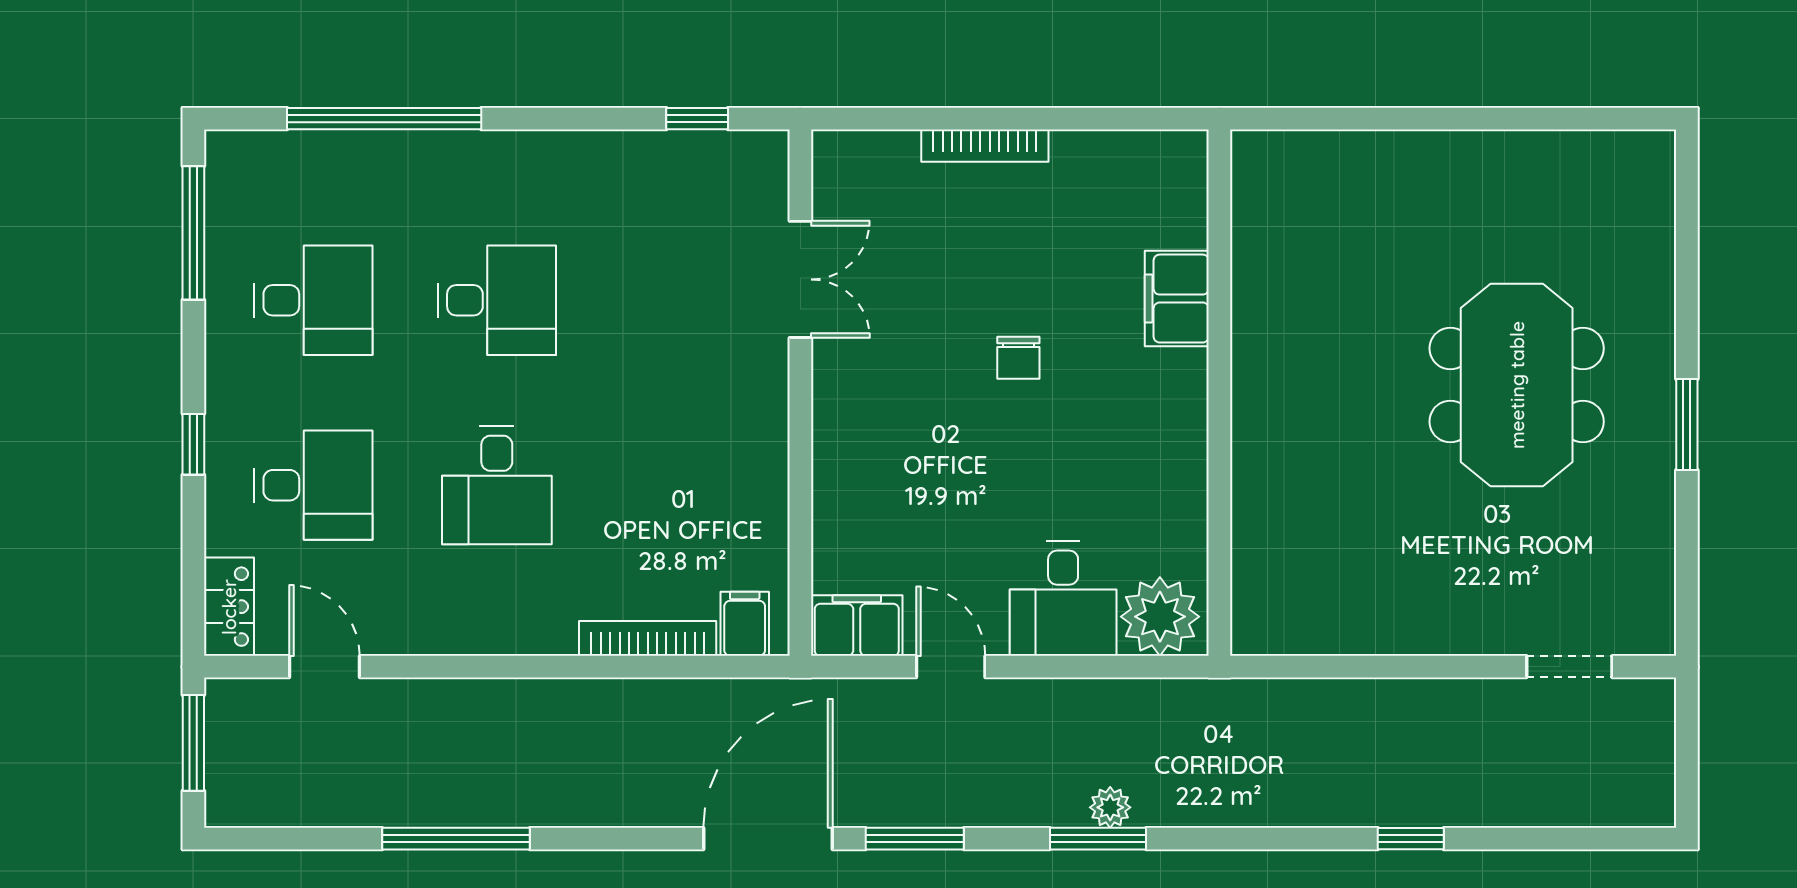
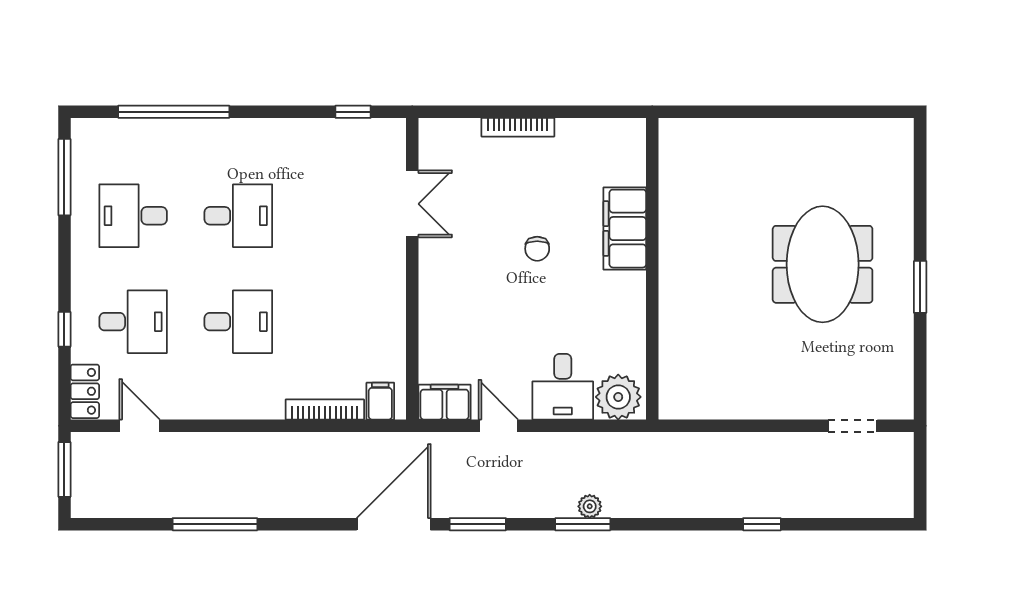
filing cabinet: (1177, 299) -> (625, 229), width x1.50, depth x1.17
desk: (313, 300) -> (133, 216), turned 180
window: (193, 444) -> (64, 329), moved
desk: (497, 485) -> (238, 322), turned -90

